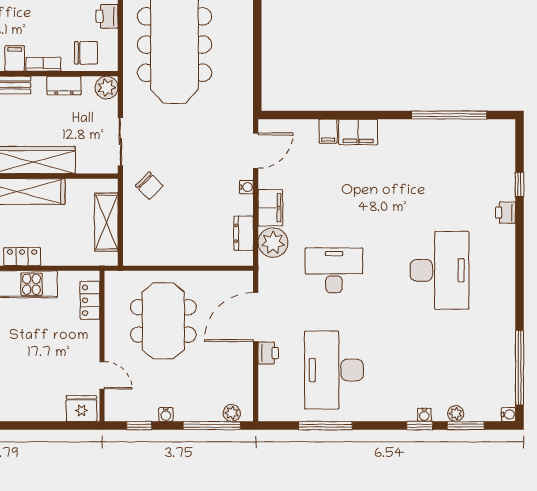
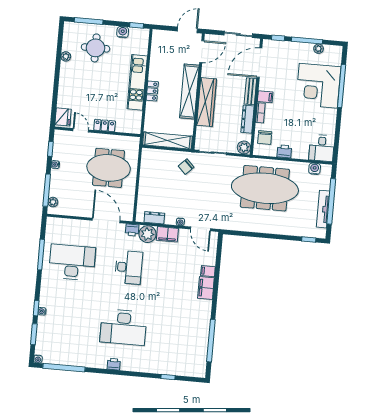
dresser: (64, 86) -> (248, 119), width x1.44
printer: (505, 213) -> (114, 364), moved
shelving: (106, 222) -> (168, 141), width x1.47
locker: (90, 300) -> (105, 125), moved
printer: (268, 353) -> (132, 230), moved
door: (102, 375) -> (81, 130), swing flipped
plant: (456, 413) -> (41, 329), removed

